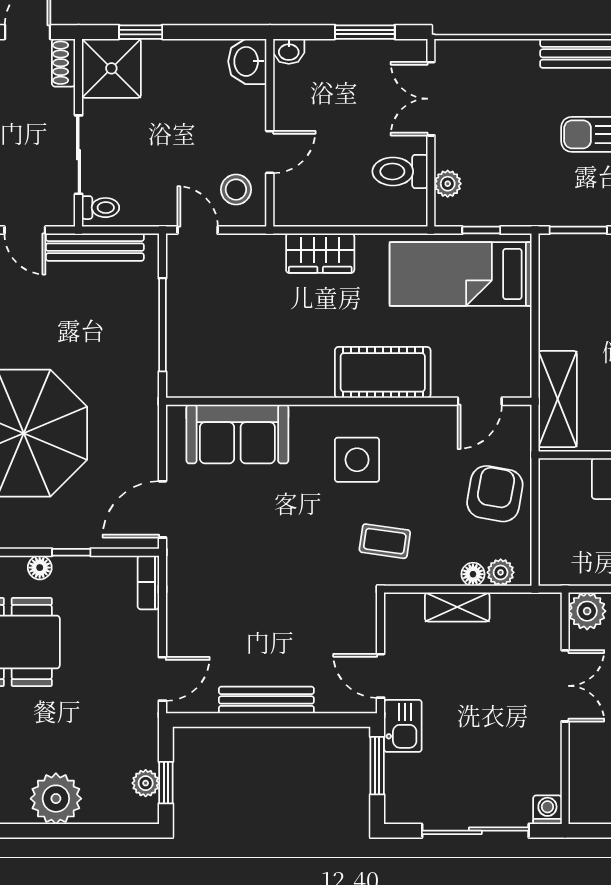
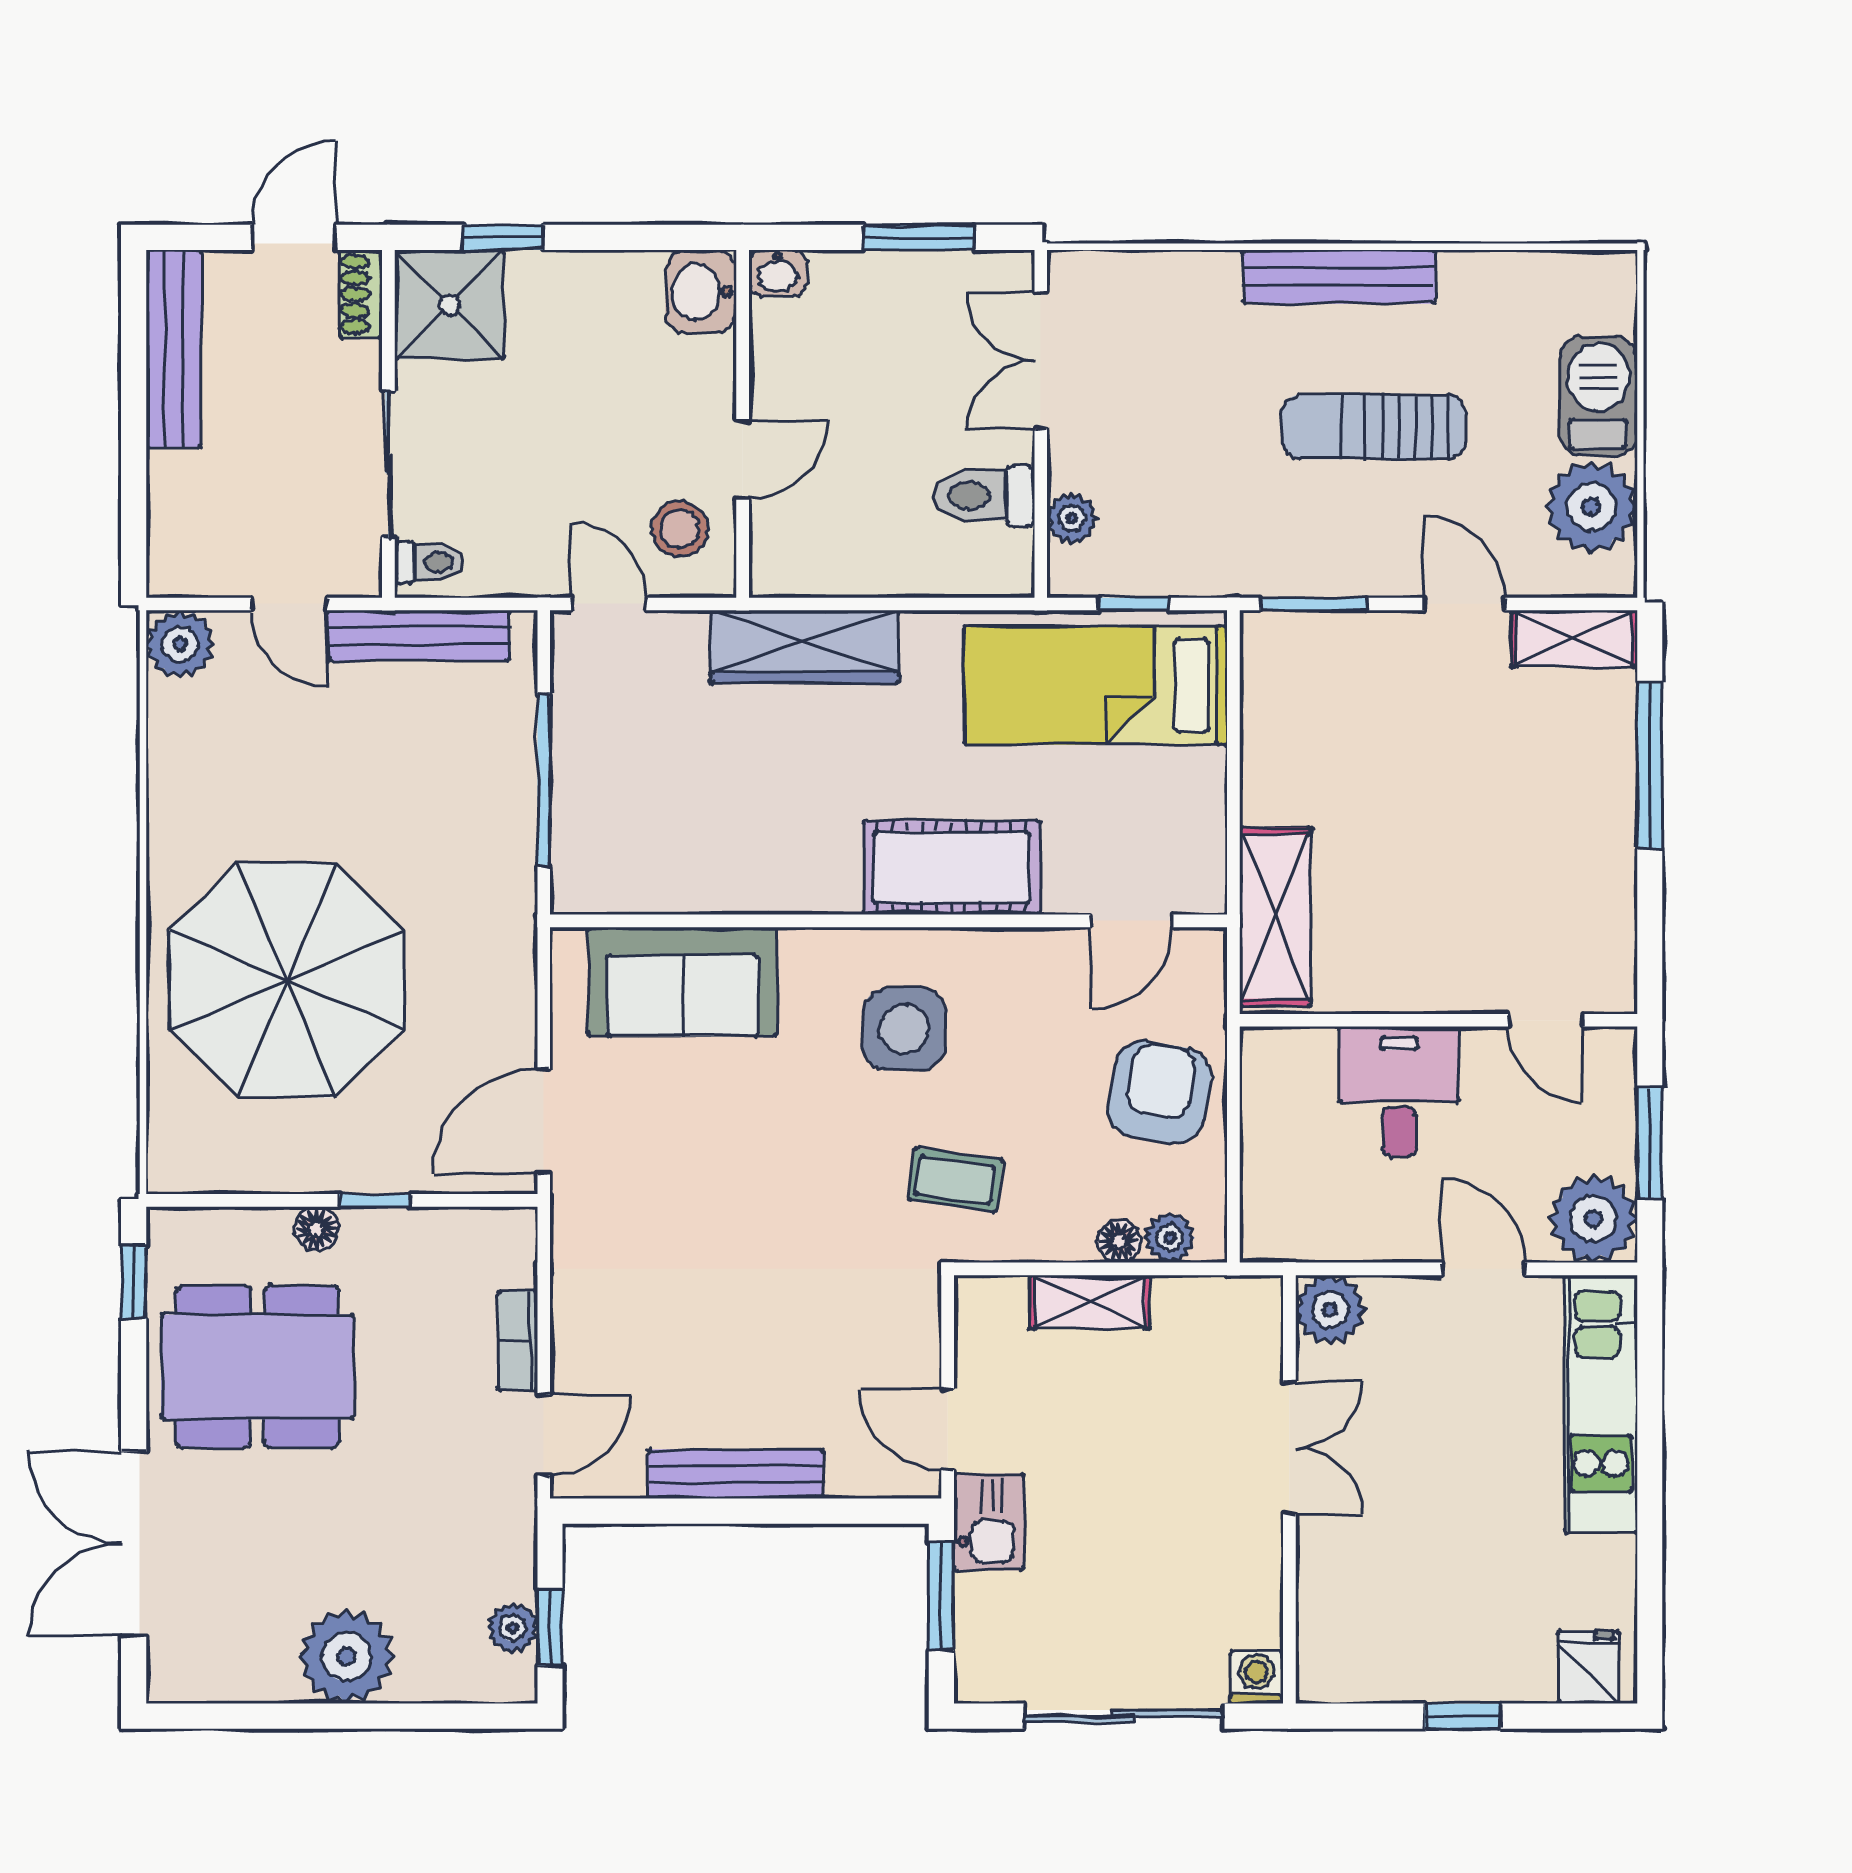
wardrobe: (320, 253) -> (804, 647), width x1.50
bookcase: (148, 582) -> (518, 1340), moved

